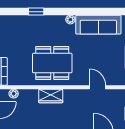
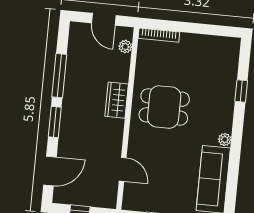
dining table: (52, 63) -> (164, 107), width x0.73
door: (98, 87) -> (123, 169), hinge flipped

